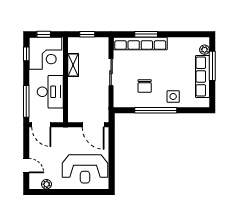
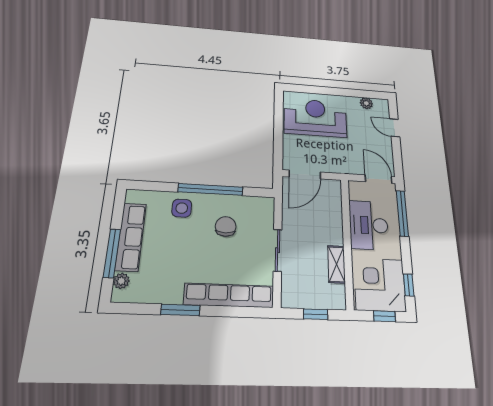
window: (146, 34) -> (180, 310), moved
door: (93, 125) -> (305, 174), swing flipped

